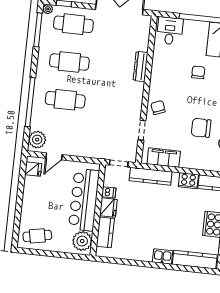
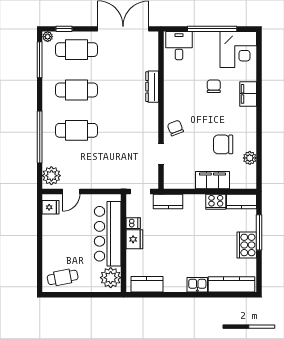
filing cabinet: (164, 158) -> (212, 180), moved
kitchen counter: (151, 176) -> (168, 201), width x0.67
kitchen counter: (105, 232) -> (147, 284), moved, turned -90

